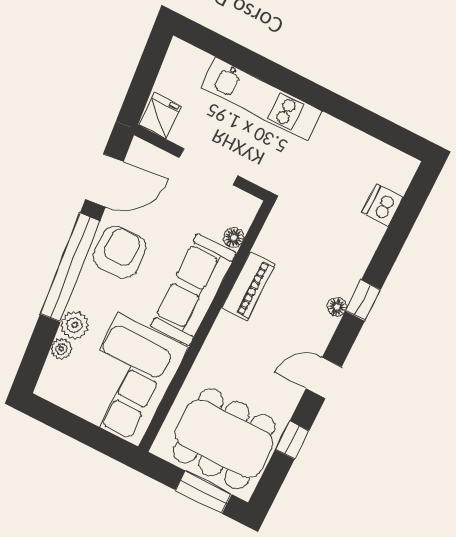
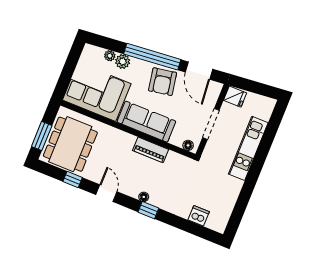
floor lamp: (234, 238) -> (188, 145), moved
armchair: (120, 252) -> (163, 82), turned 80

